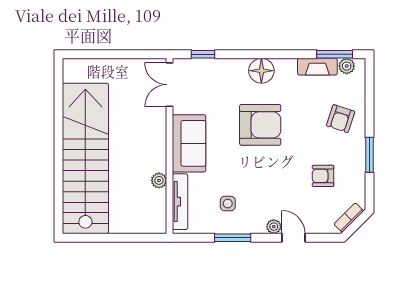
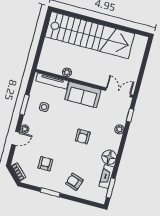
plant: (347, 66) -> (119, 129), moved
floor lamp: (261, 71) -> (109, 157), moved
armchair: (260, 125) -> (83, 136), width x0.53, depth x0.53

